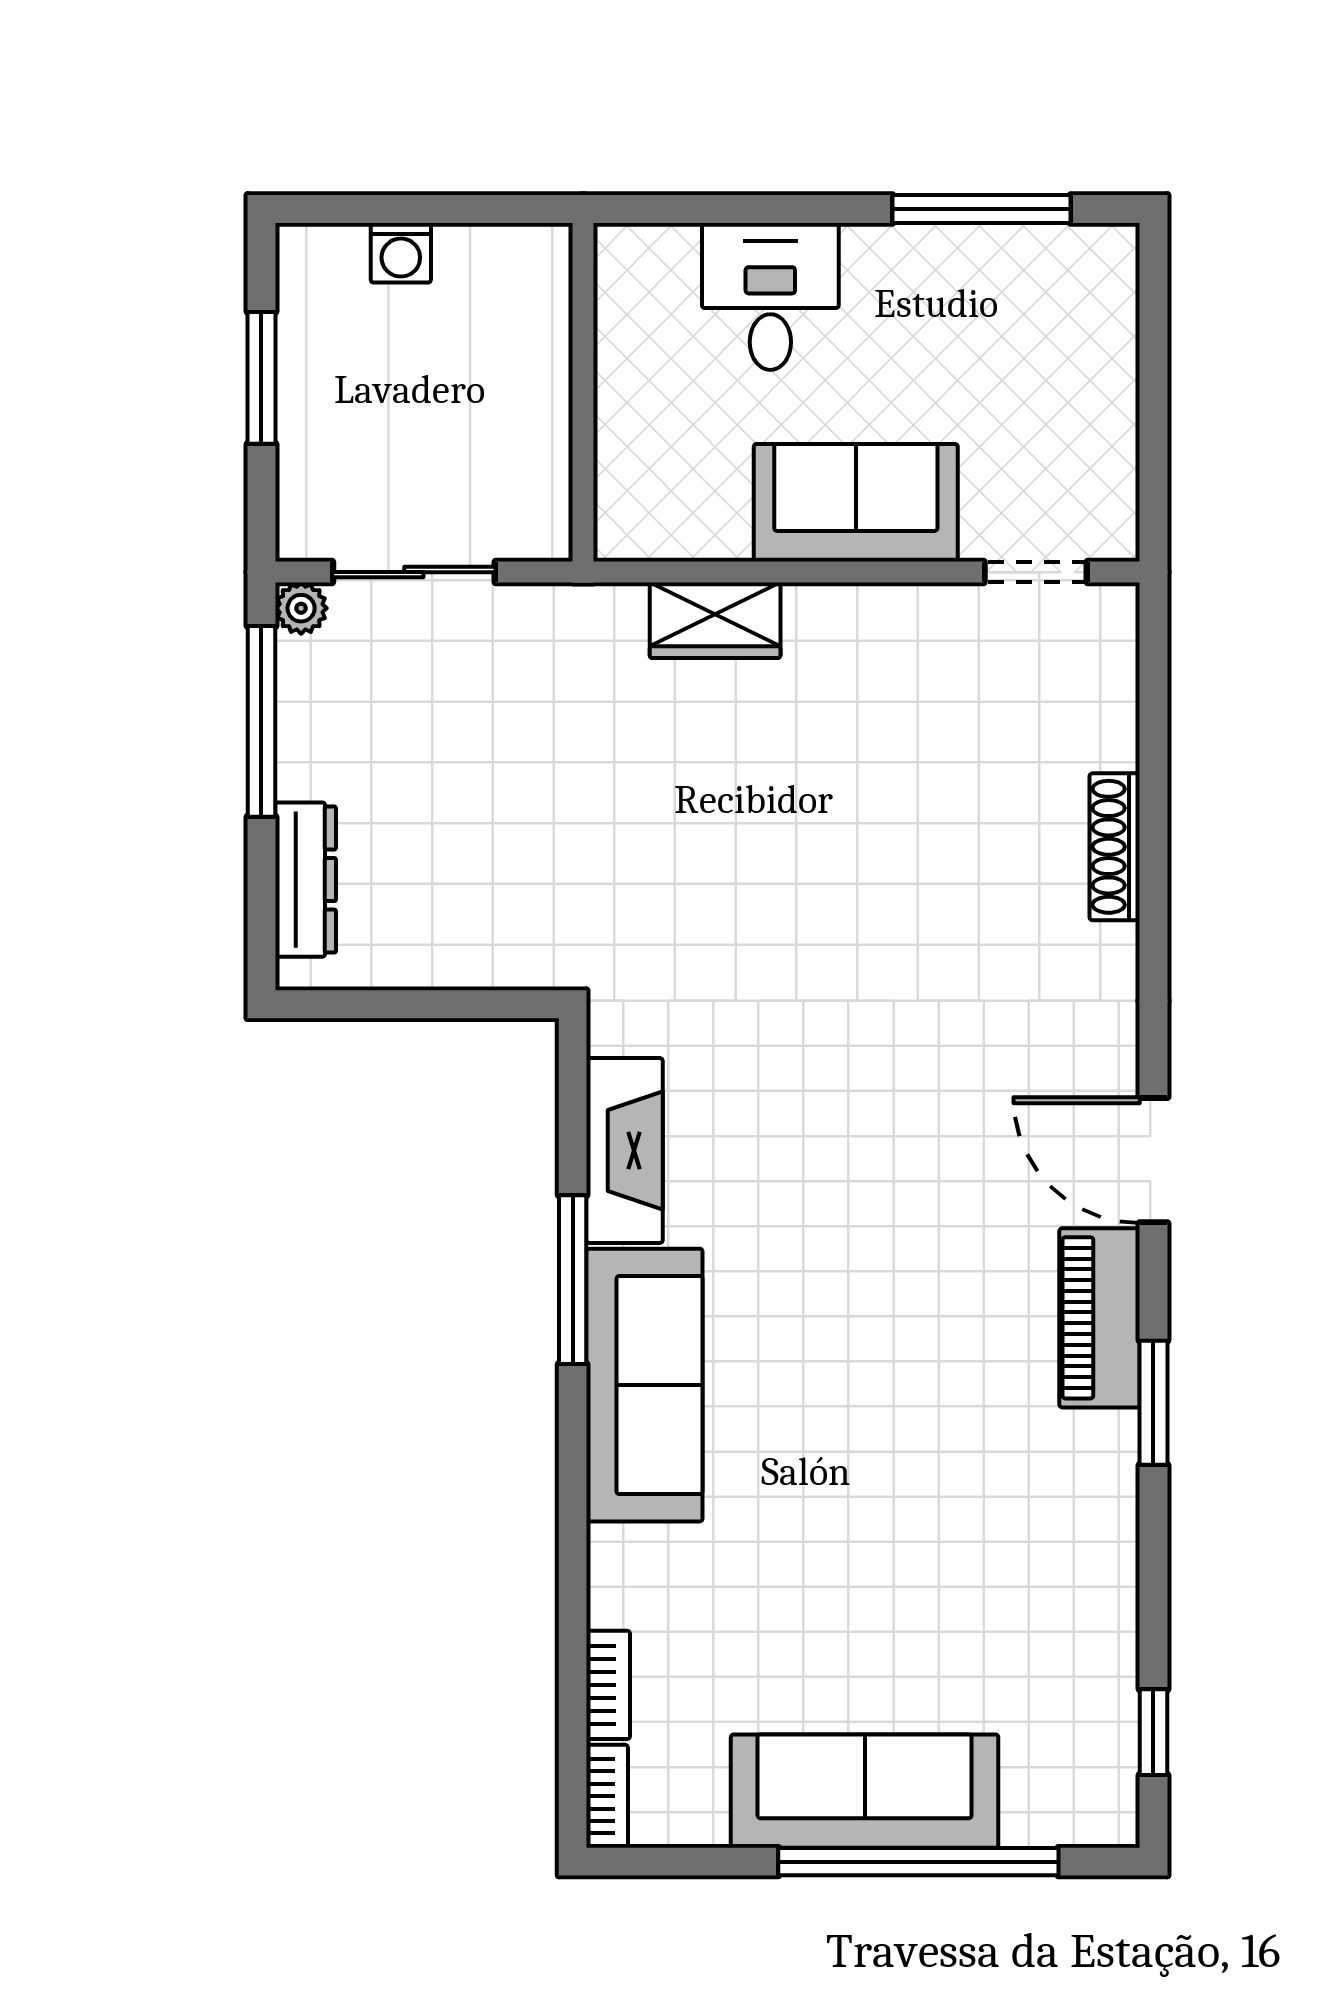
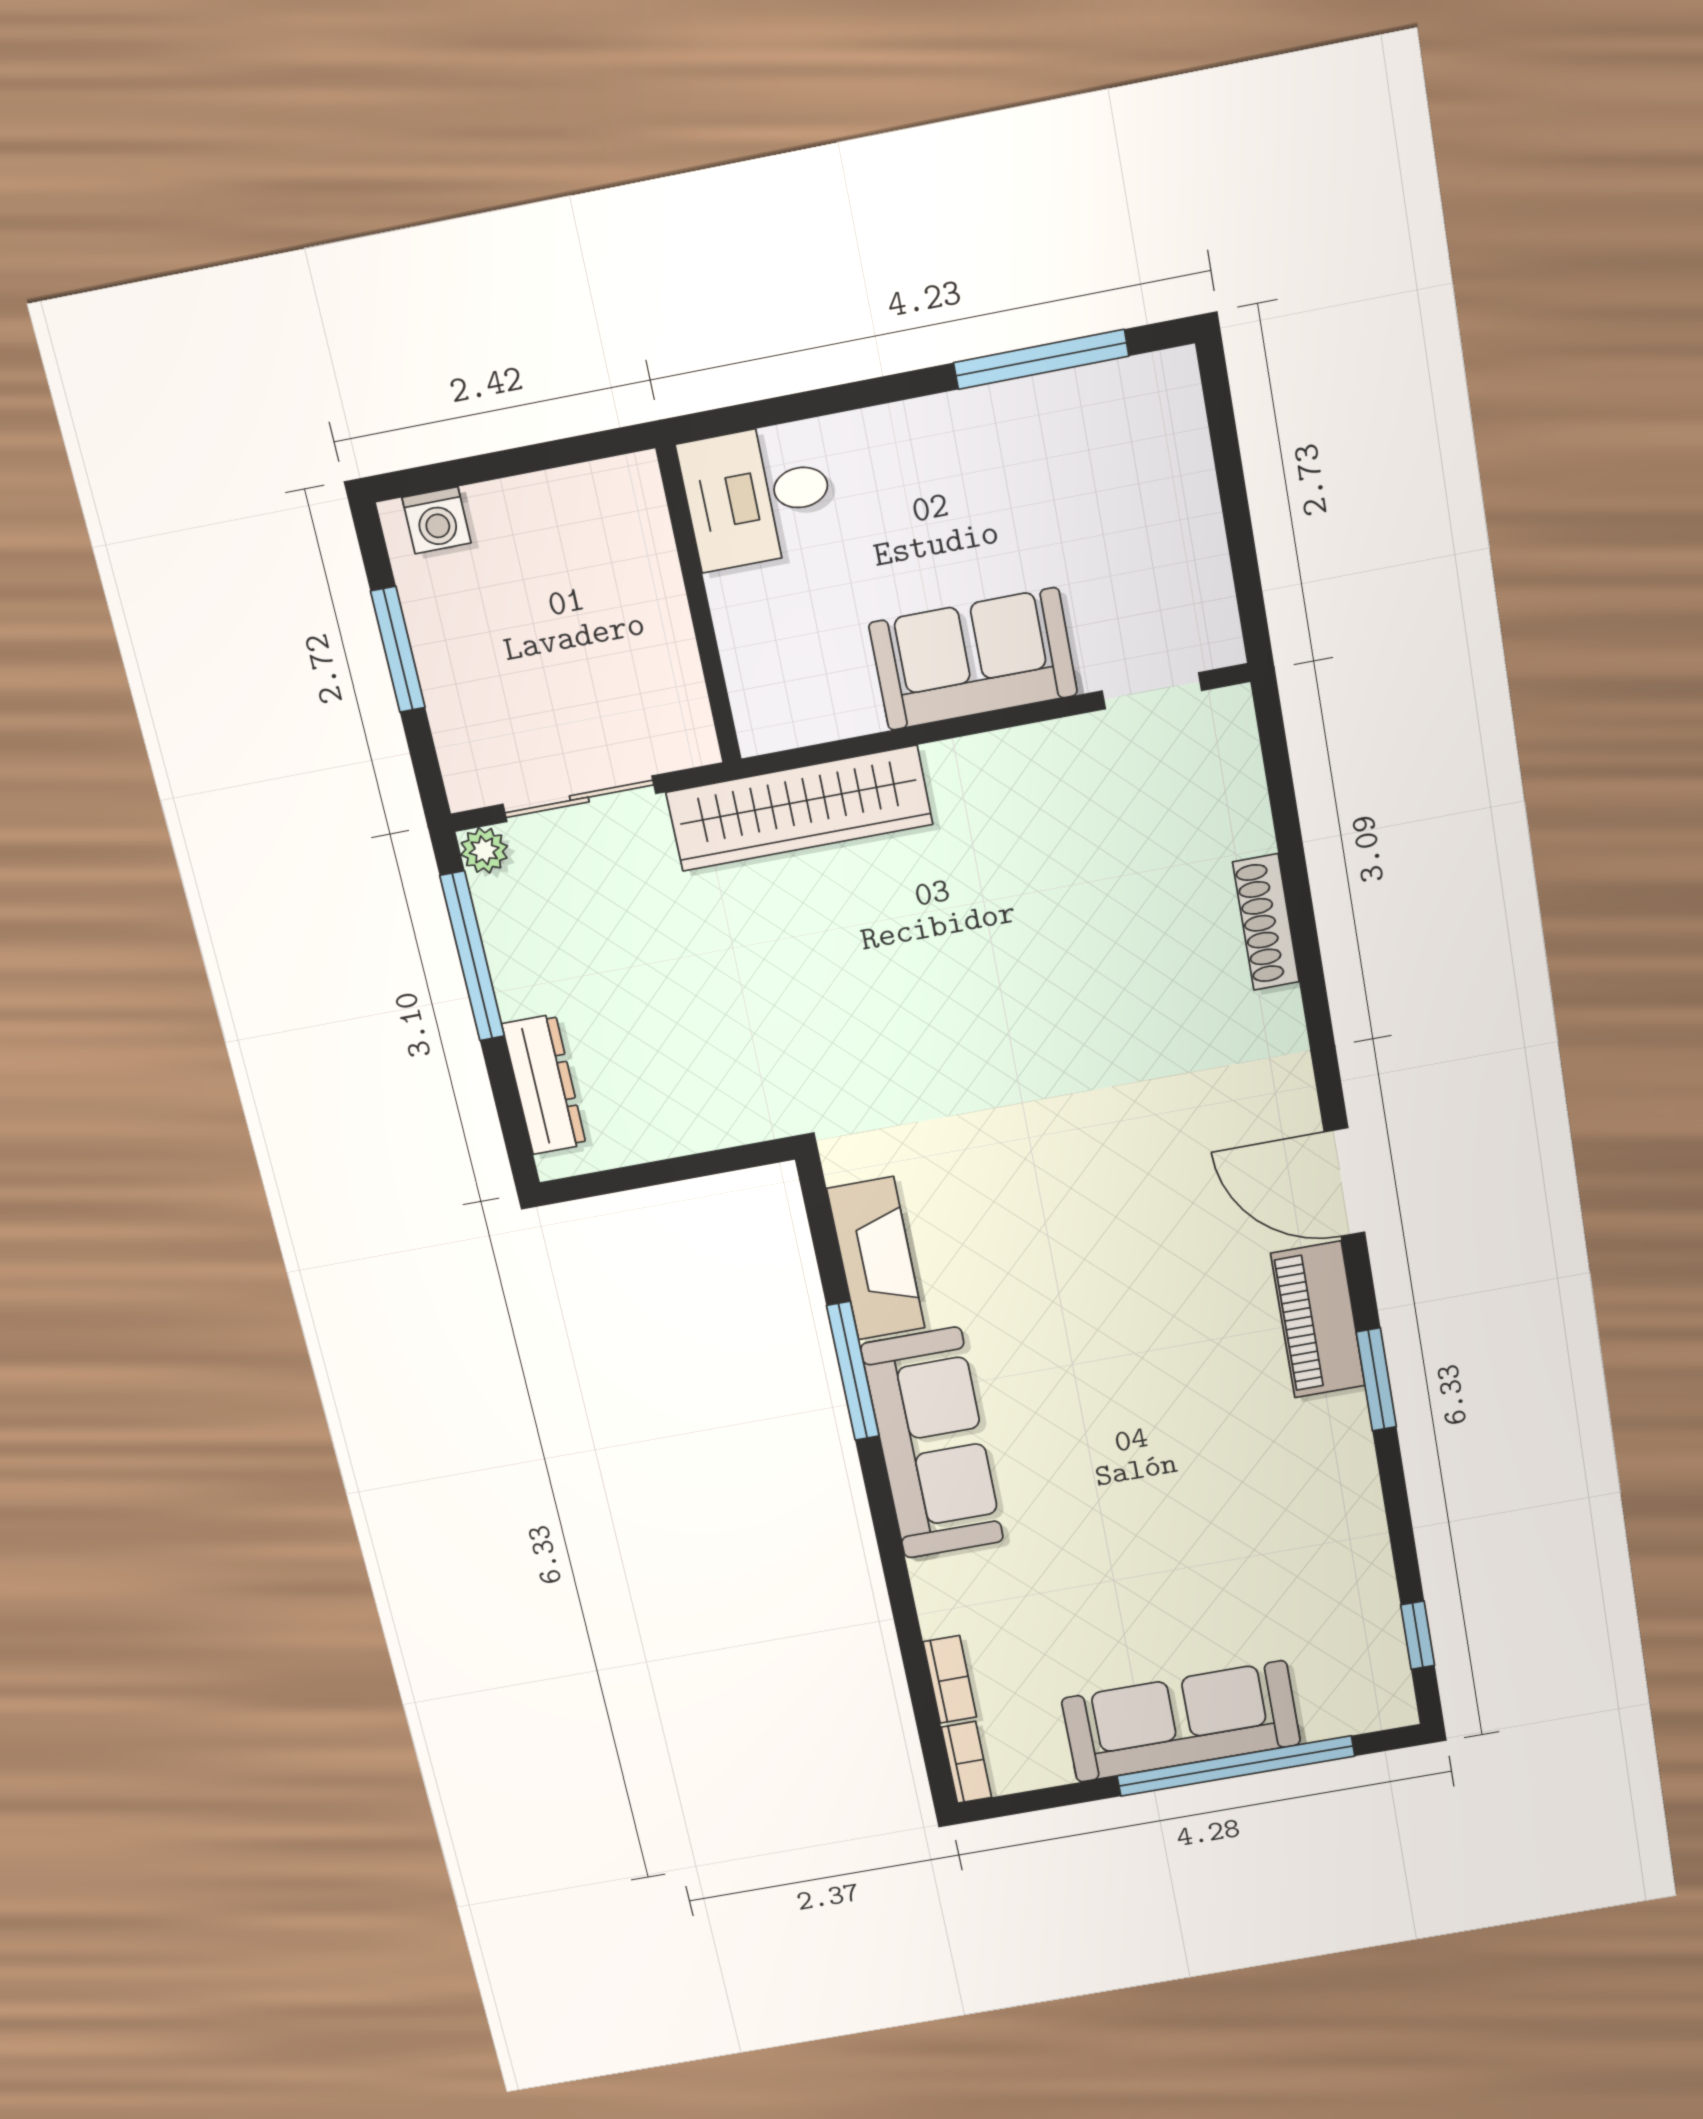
washing machine: (401, 253) -> (436, 520), moved
desk: (770, 296) -> (758, 496), moved, turned -90
wardrobe: (715, 620) -> (799, 808), width x2.10, depth x1.17

